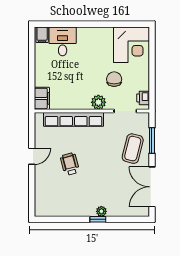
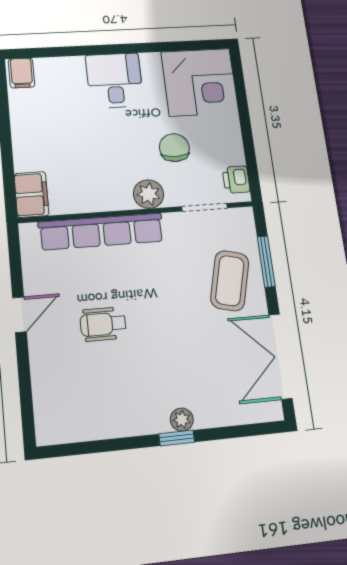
desk: (63, 41) -> (115, 80), moved
wheelchair: (70, 164) -> (103, 324), turned -75

